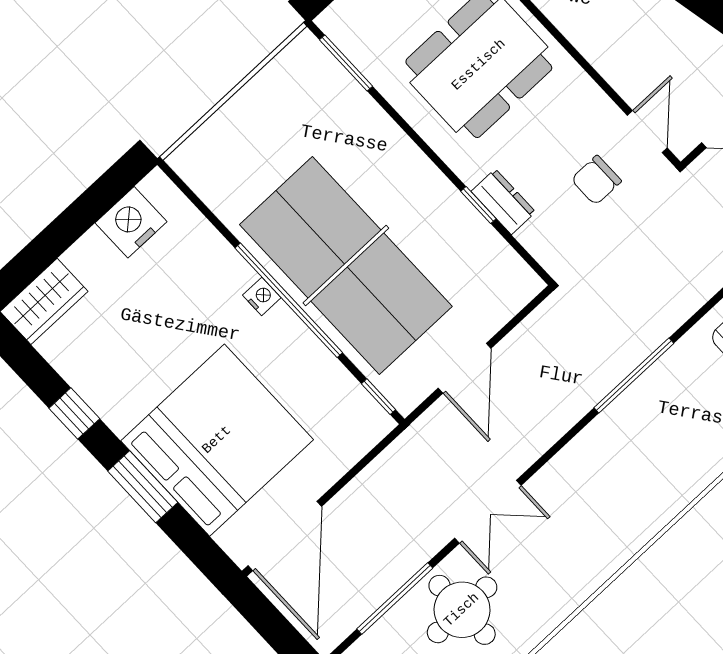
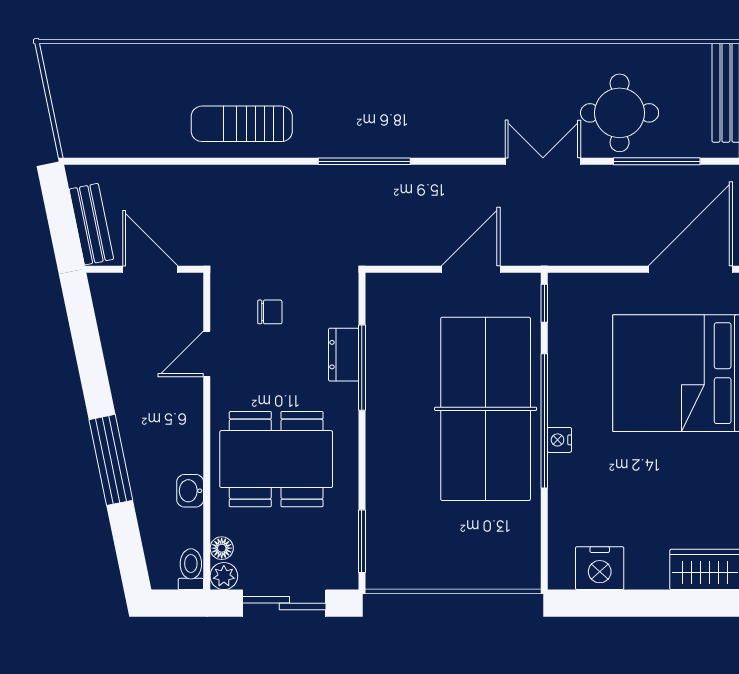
door: (647, 132) -> (207, 354), moved
chair: (596, 180) -> (270, 312), width x0.73, depth x0.73
window: (478, 205) -> (362, 368), width x2.17

